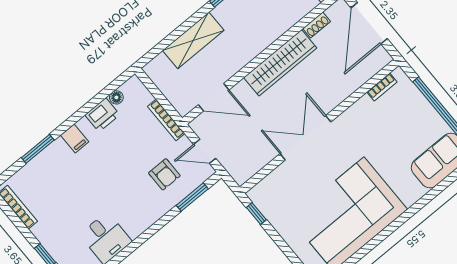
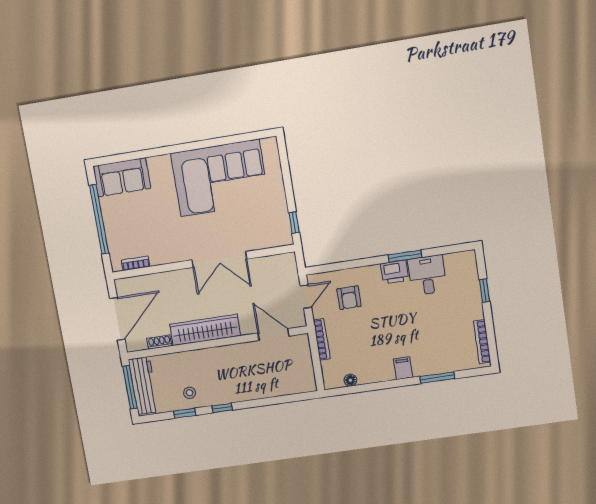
shelving: (193, 40) -> (263, 388), removed
printer: (102, 115) -> (395, 272), moved, turned 180
door: (205, 151) -> (306, 297), hinge flipped
armchair: (164, 174) -> (349, 298), turned 180
window: (192, 197) -> (405, 256), moved

